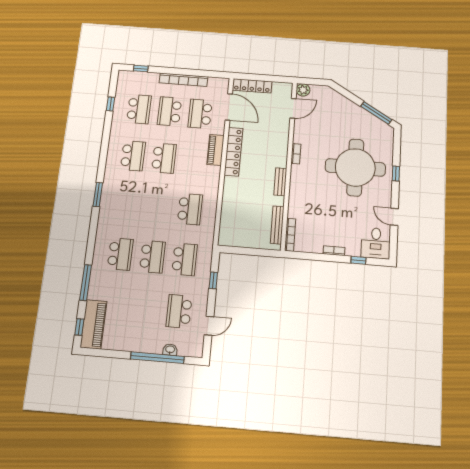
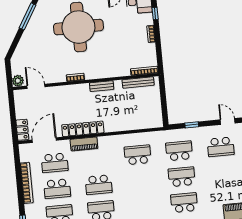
locker: (252, 86) -> (22, 130), width x0.66
school desk: (164, 158) -> (99, 185), turned 180

